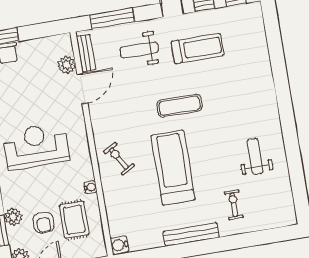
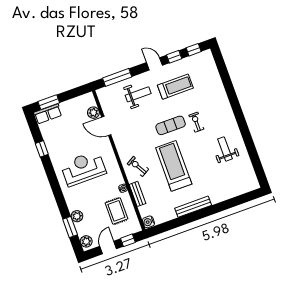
weight bench: (139, 50) -> (138, 94), turned 180
bench: (86, 53) -> (137, 194), moved
door: (82, 89) -> (106, 126), swing flipped
exercise bike: (234, 205) -> (196, 122), moved
armchair: (44, 223) -> (97, 216), removed

